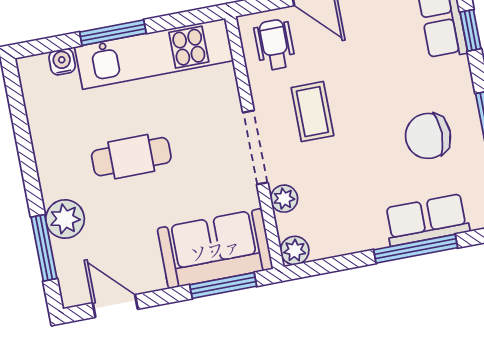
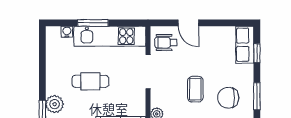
wheelchair: (275, 45) -> (166, 43), turned -90
coffee table: (312, 112) -> (195, 89), moved
doorway: (255, 147) -> (148, 72), moved

